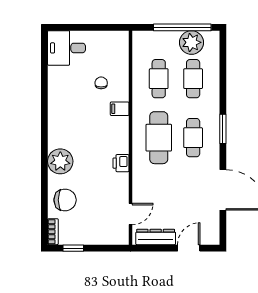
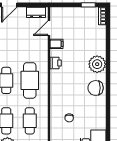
filing cabinet: (120, 109) -> (56, 44), moved
chair: (65, 200) -> (96, 88), moved
dresser: (156, 237) -> (36, 12), width x0.70

